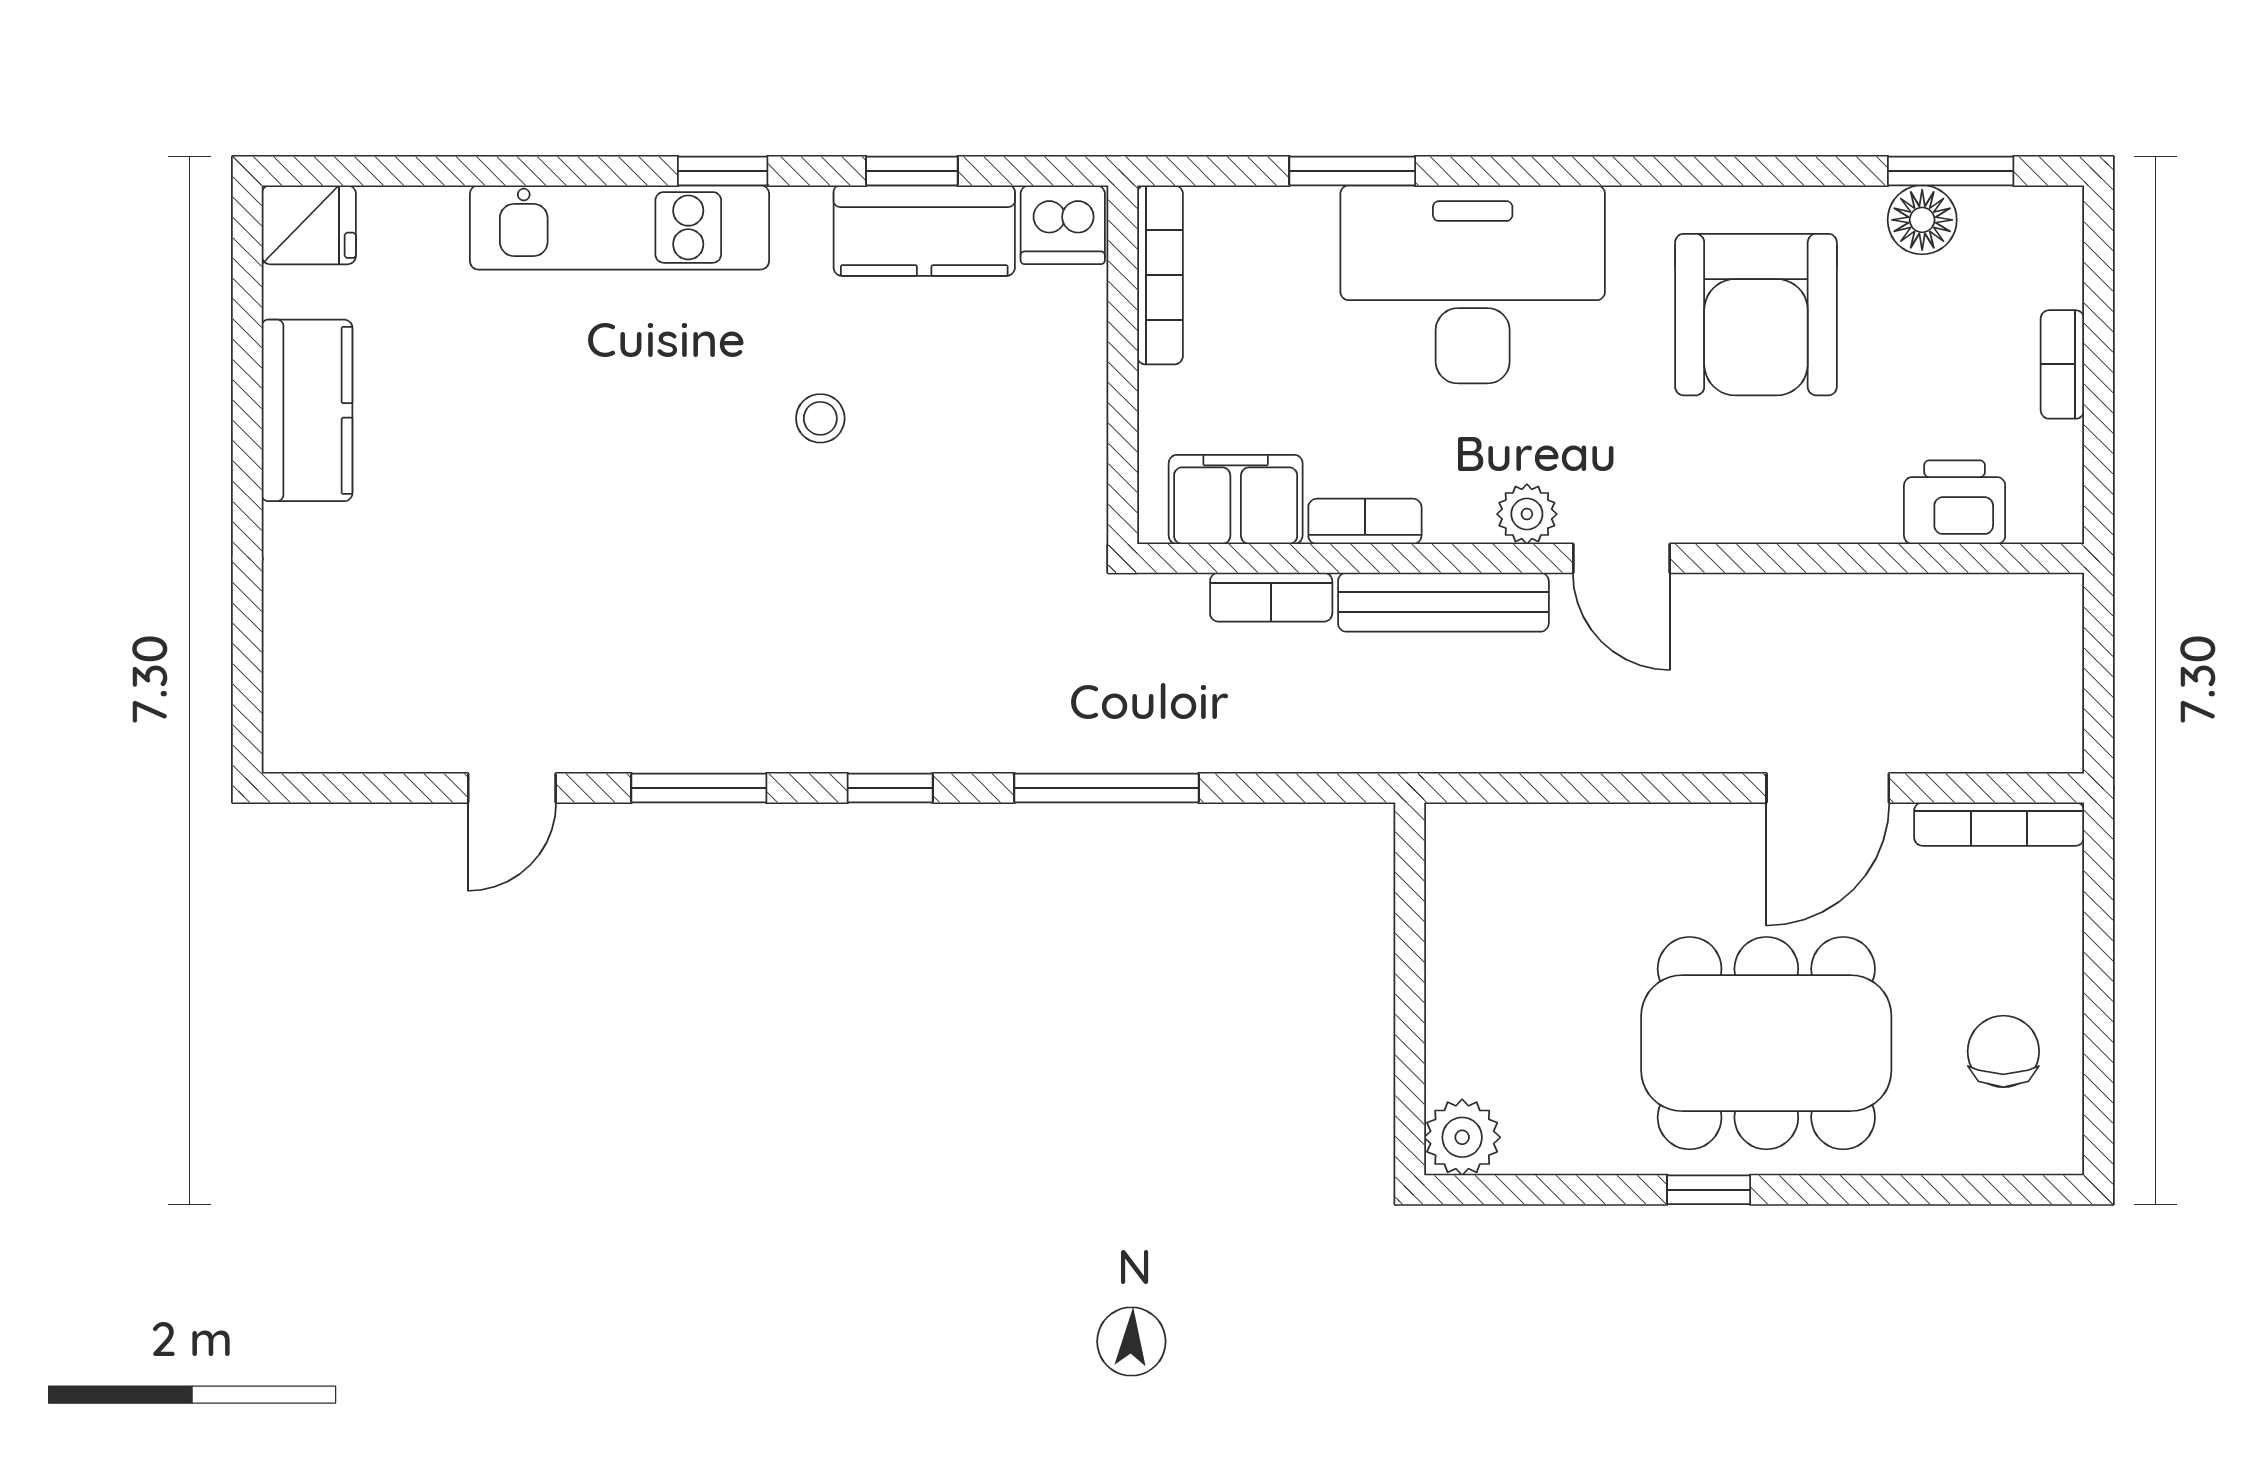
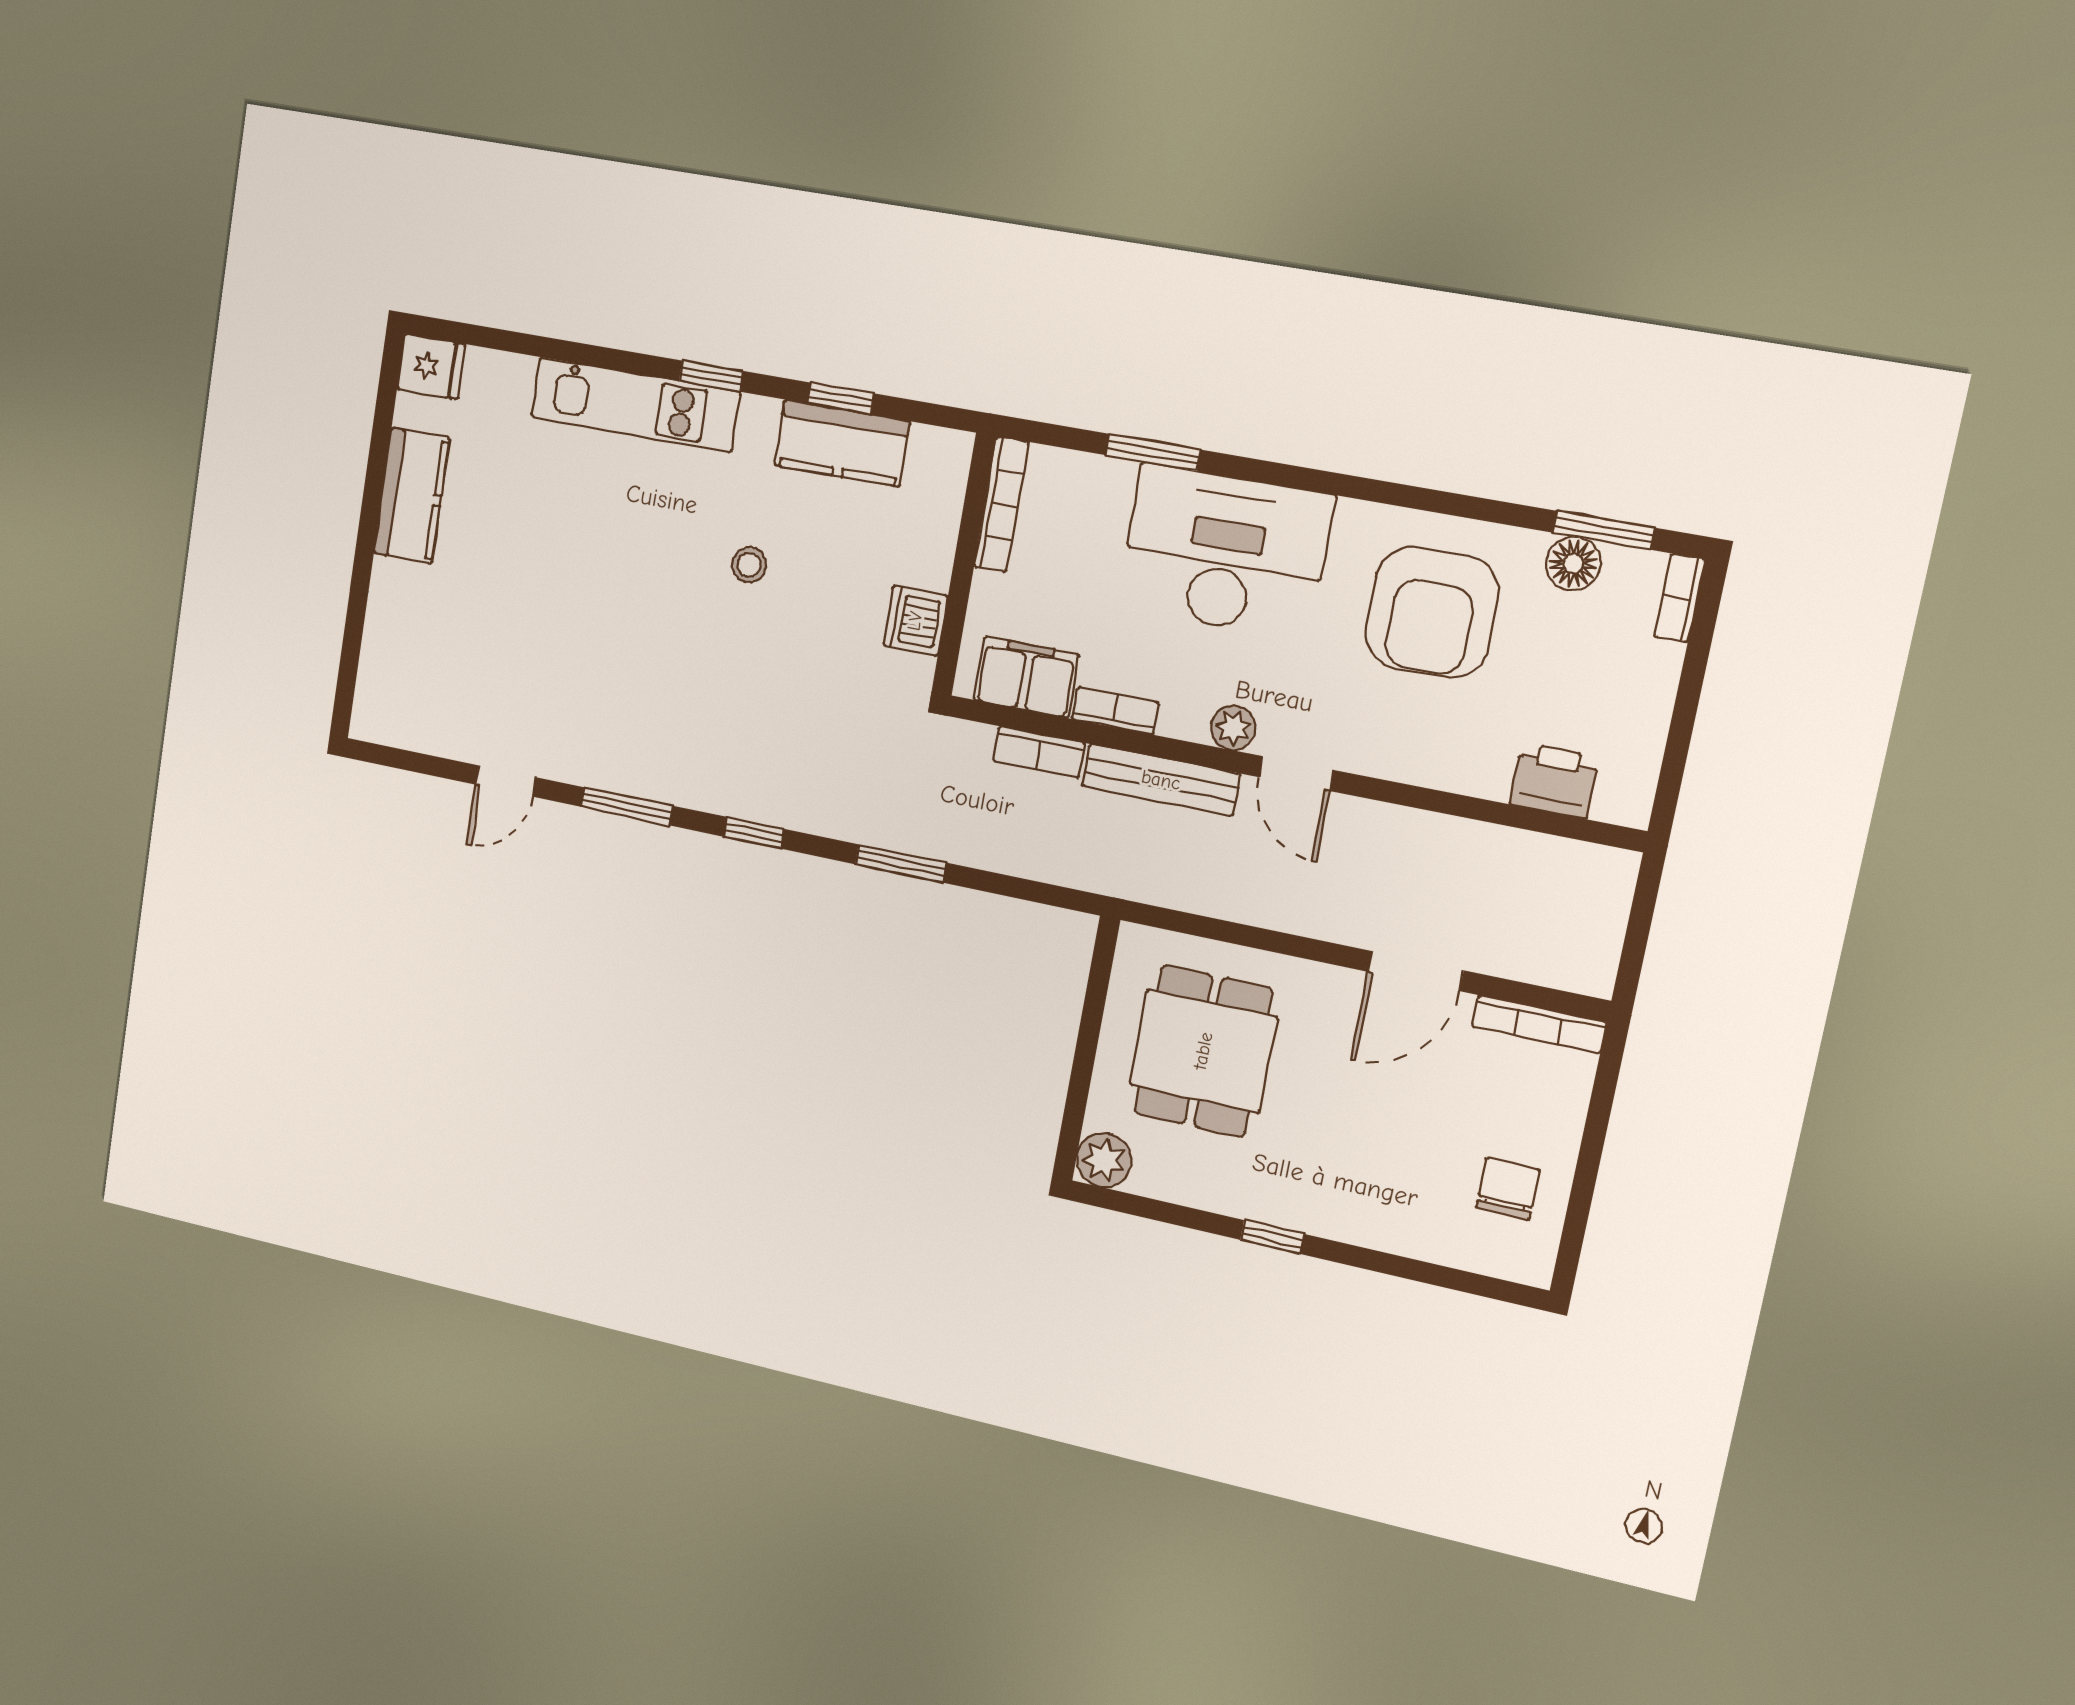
dishwasher: (1063, 225) -> (915, 621), moved, turned 90
bookcase: (2062, 364) -> (1680, 598), moved
window: (1106, 788) -> (901, 863), width x0.69
dining table: (1766, 1043) -> (1203, 1051), moved, width x0.73

